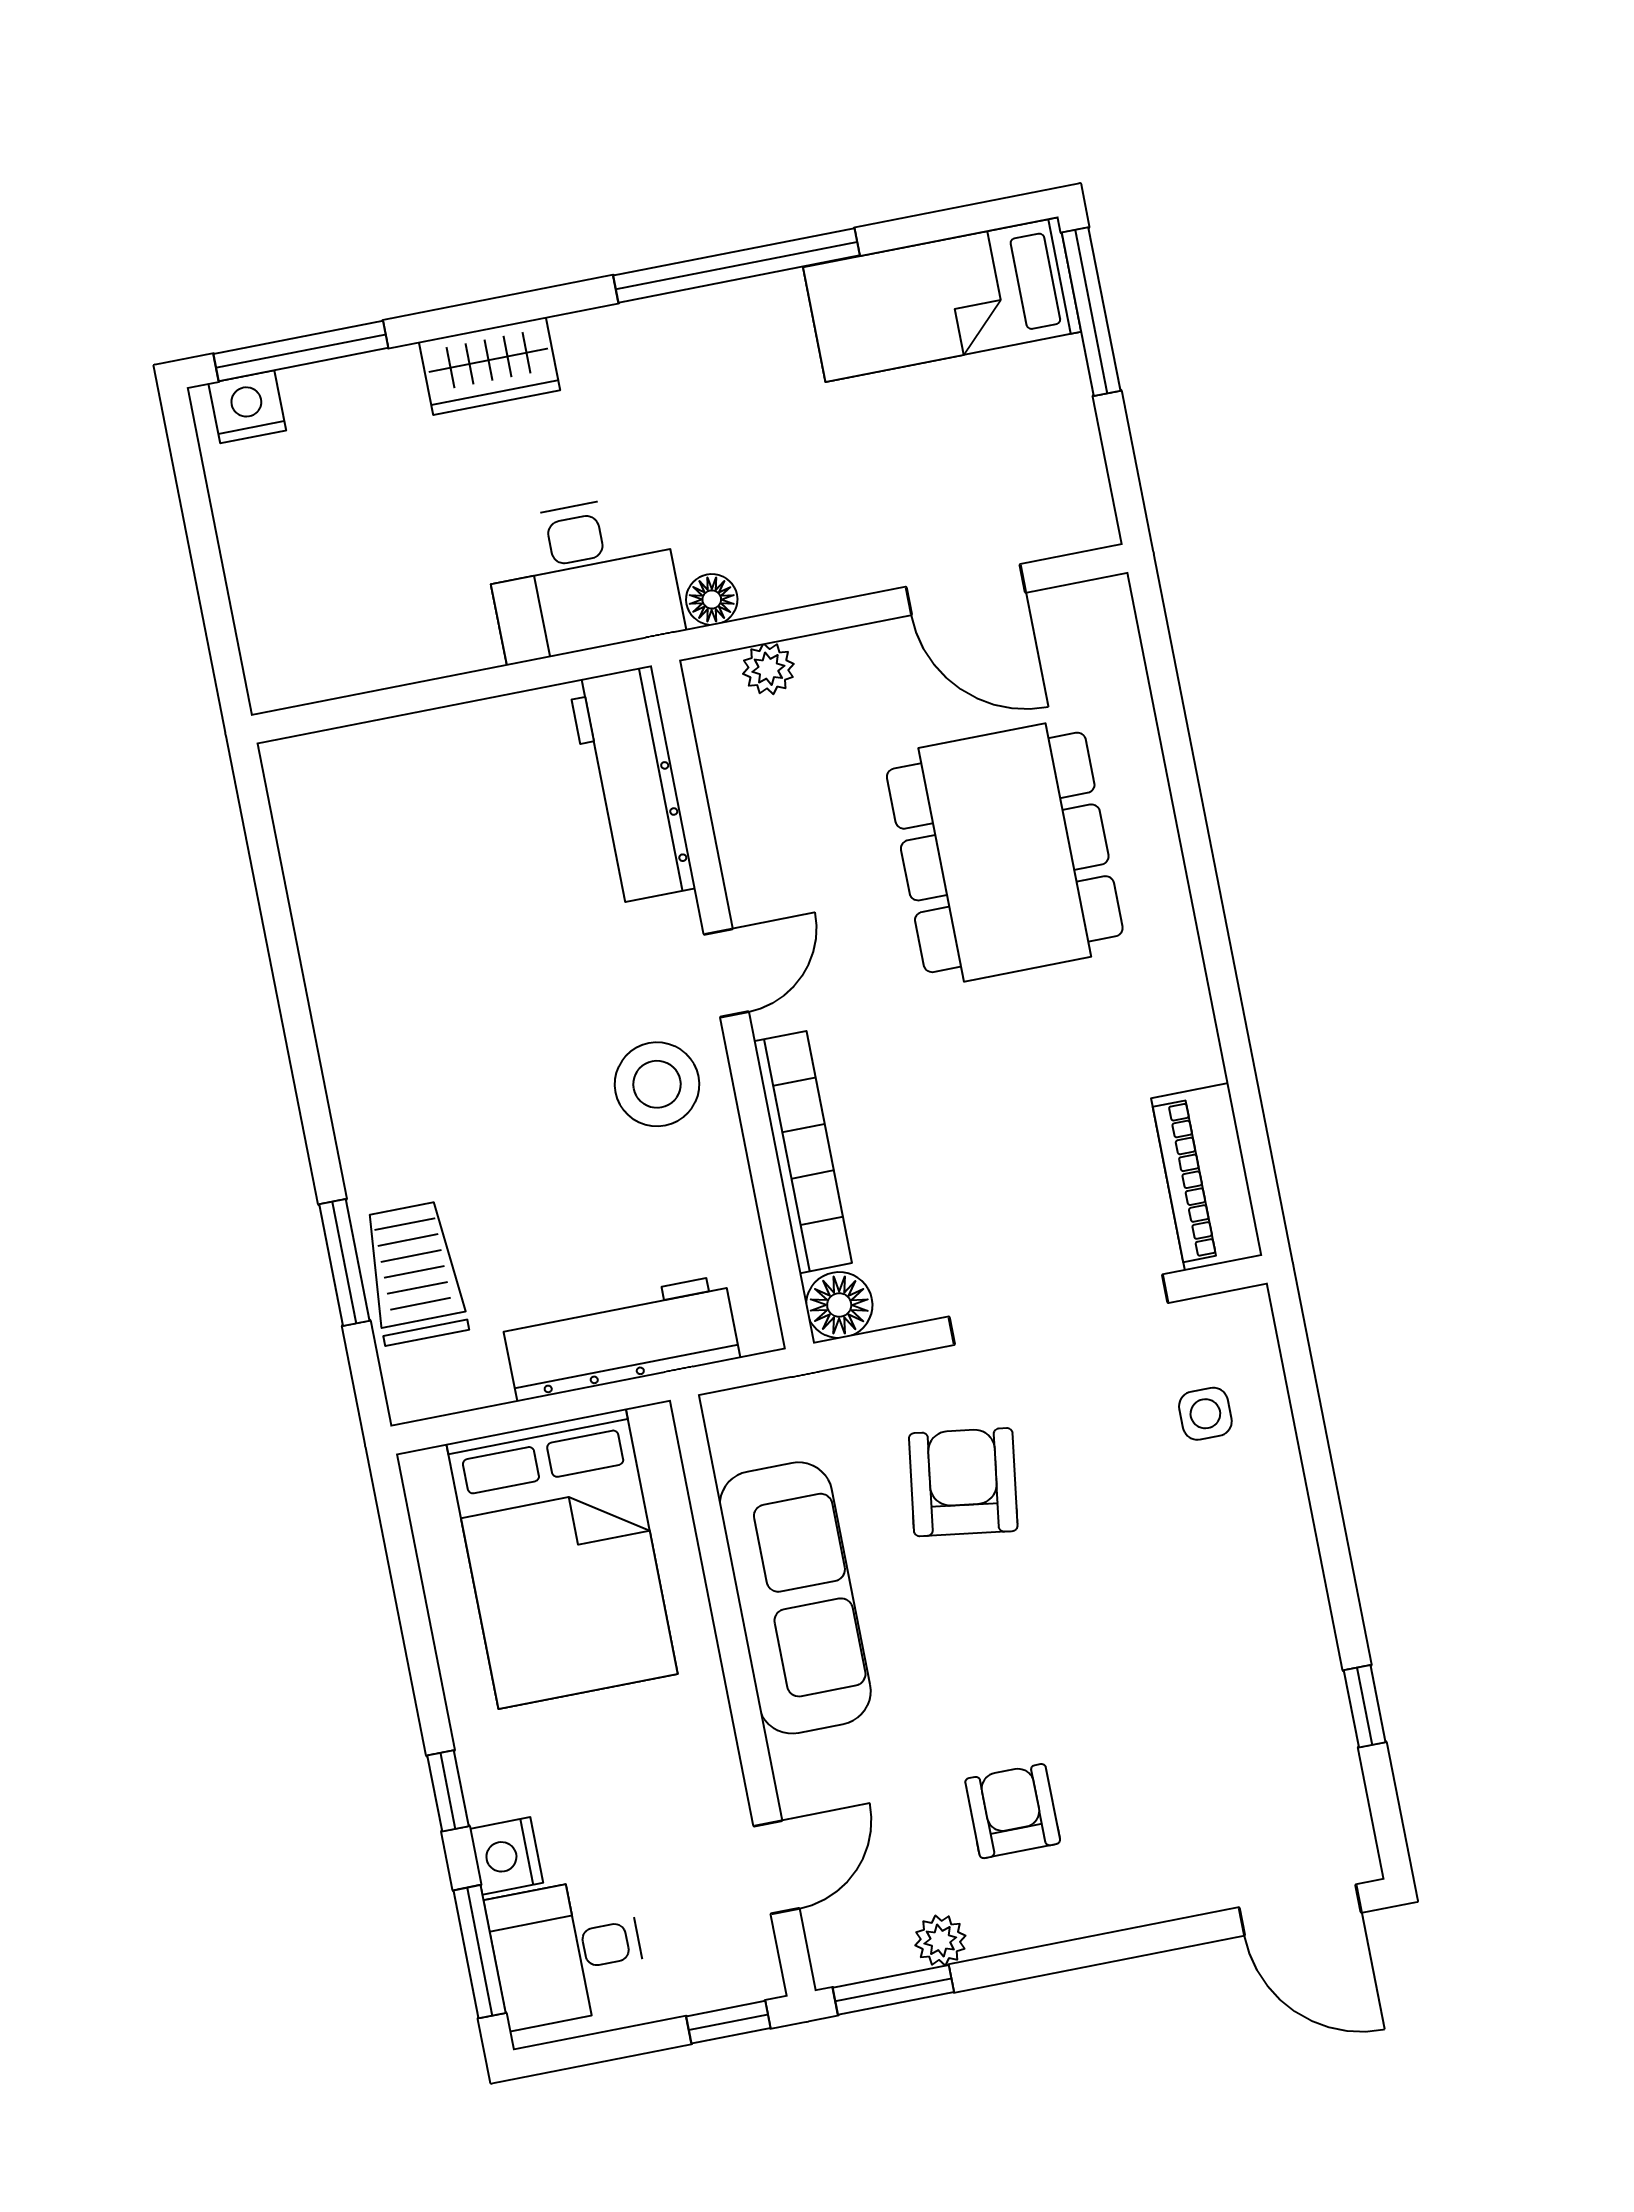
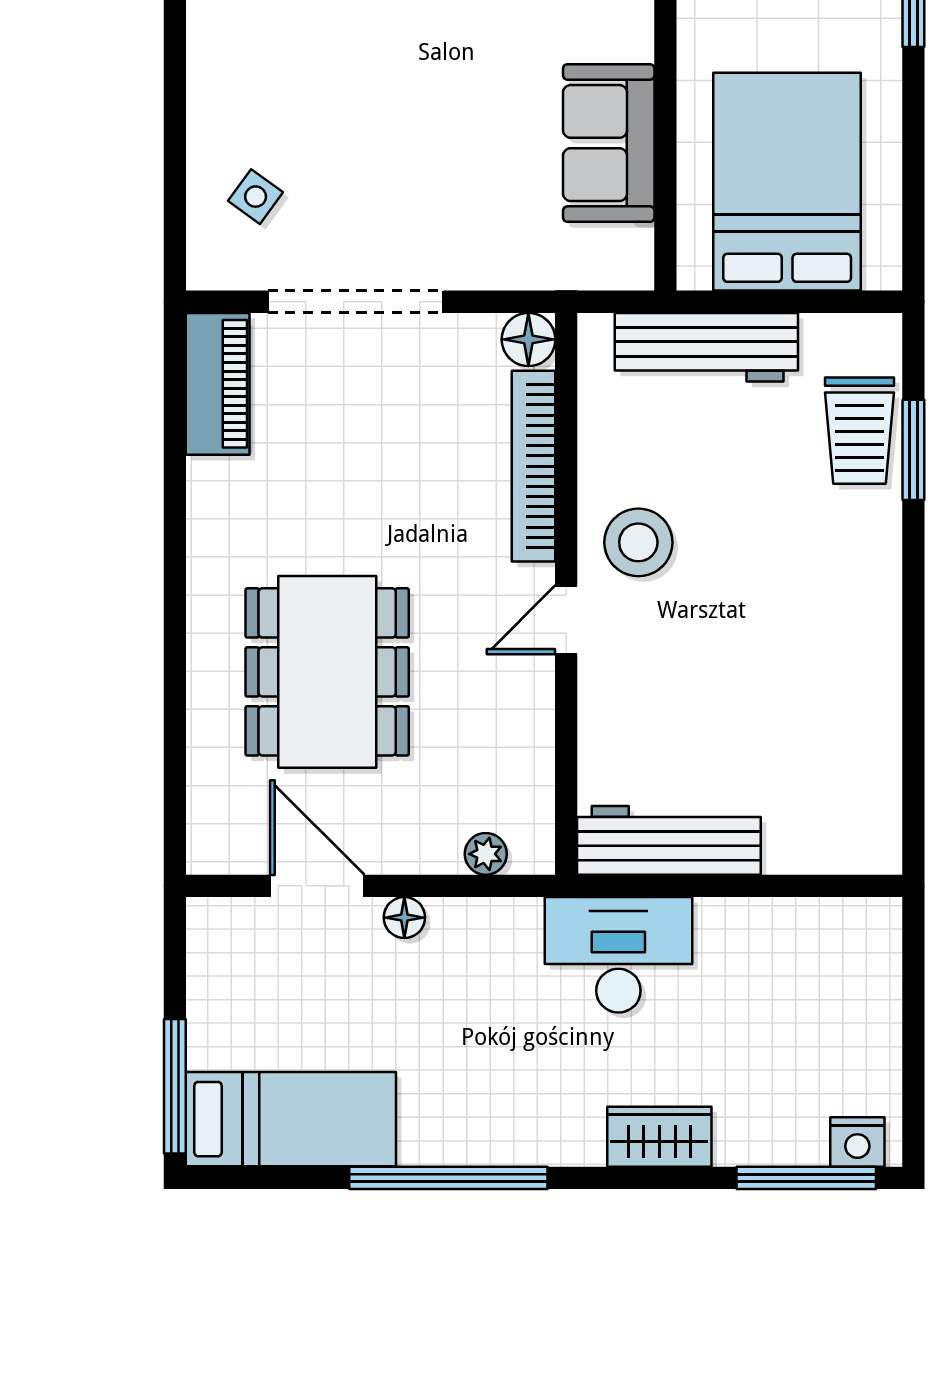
floor lamp: (712, 599) -> (404, 918), moved
workbench: (632, 785) -> (669, 840), moved, turned -90
side table: (1205, 1414) -> (256, 197), turned 36
armchair: (963, 1482) -> (458, 180), removed
sofa: (795, 1598) -> (609, 143), width x0.73

